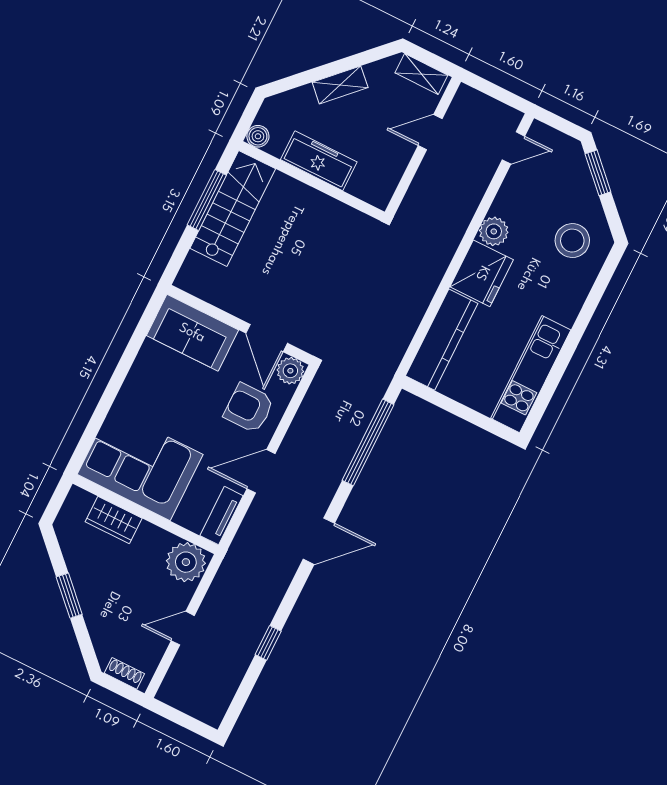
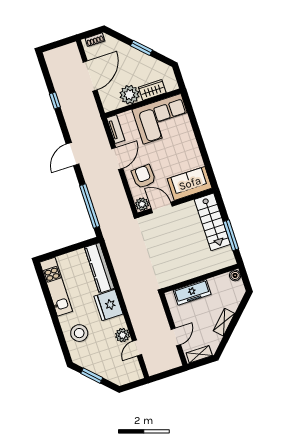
door: (513, 148) -> (137, 348), moved
freezer: (319, 161) -> (192, 292), moved
window: (598, 173) -> (92, 376), moved
stairs: (233, 208) -> (212, 222), moved
plant: (494, 231) -> (122, 335), moved
stool: (572, 241) -> (79, 333), moved
armchair: (249, 408) -> (144, 177), turned -93
plant: (186, 562) -> (129, 95), moved
door: (183, 628) -> (90, 76), width x1.88

